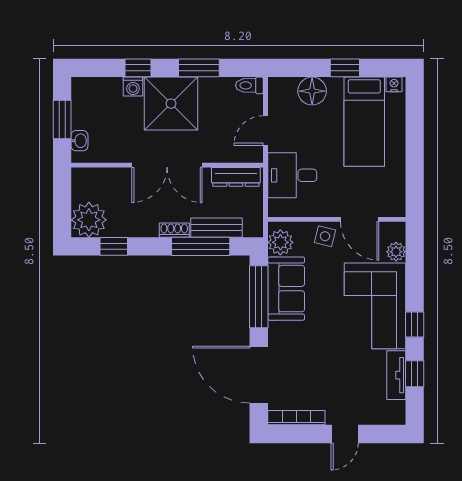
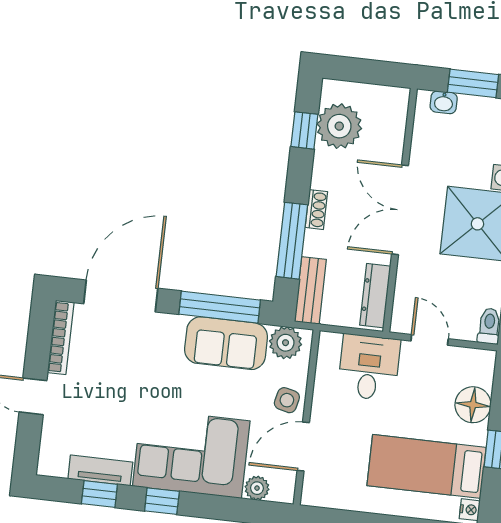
plant: (89, 220) -> (339, 126), moved
bench: (216, 228) -> (310, 290), moved

